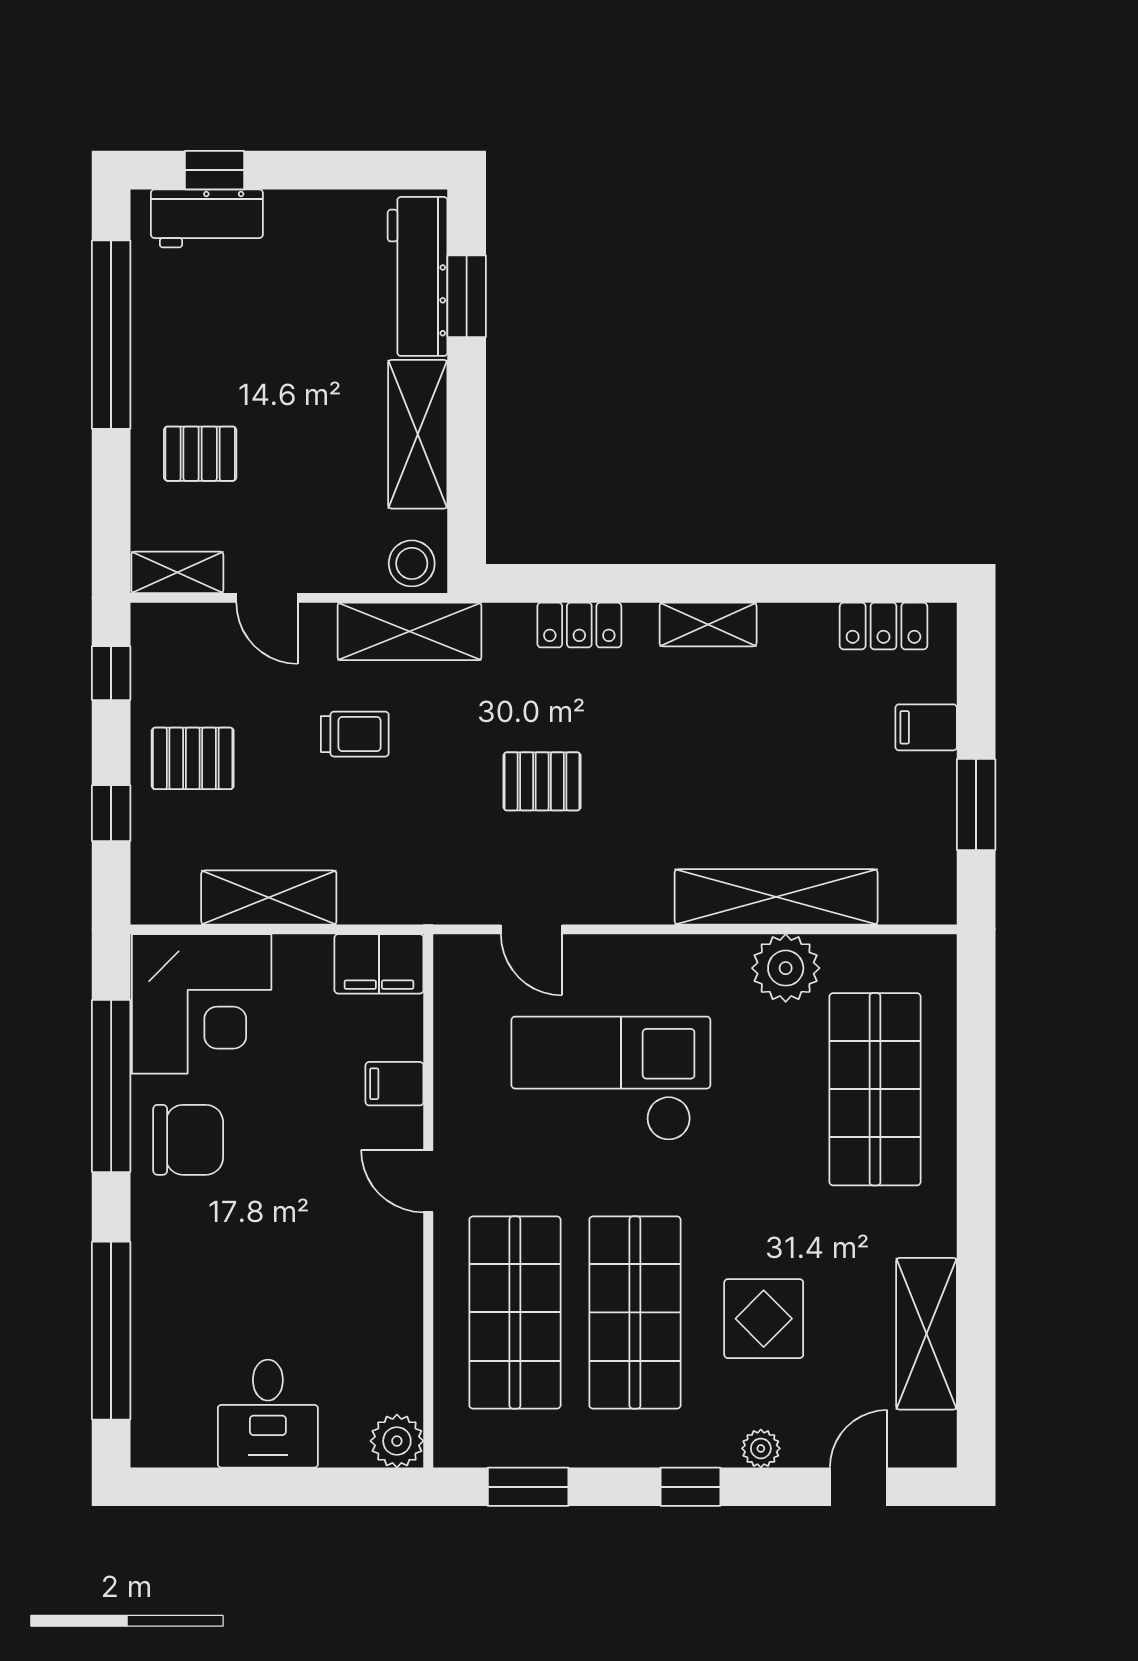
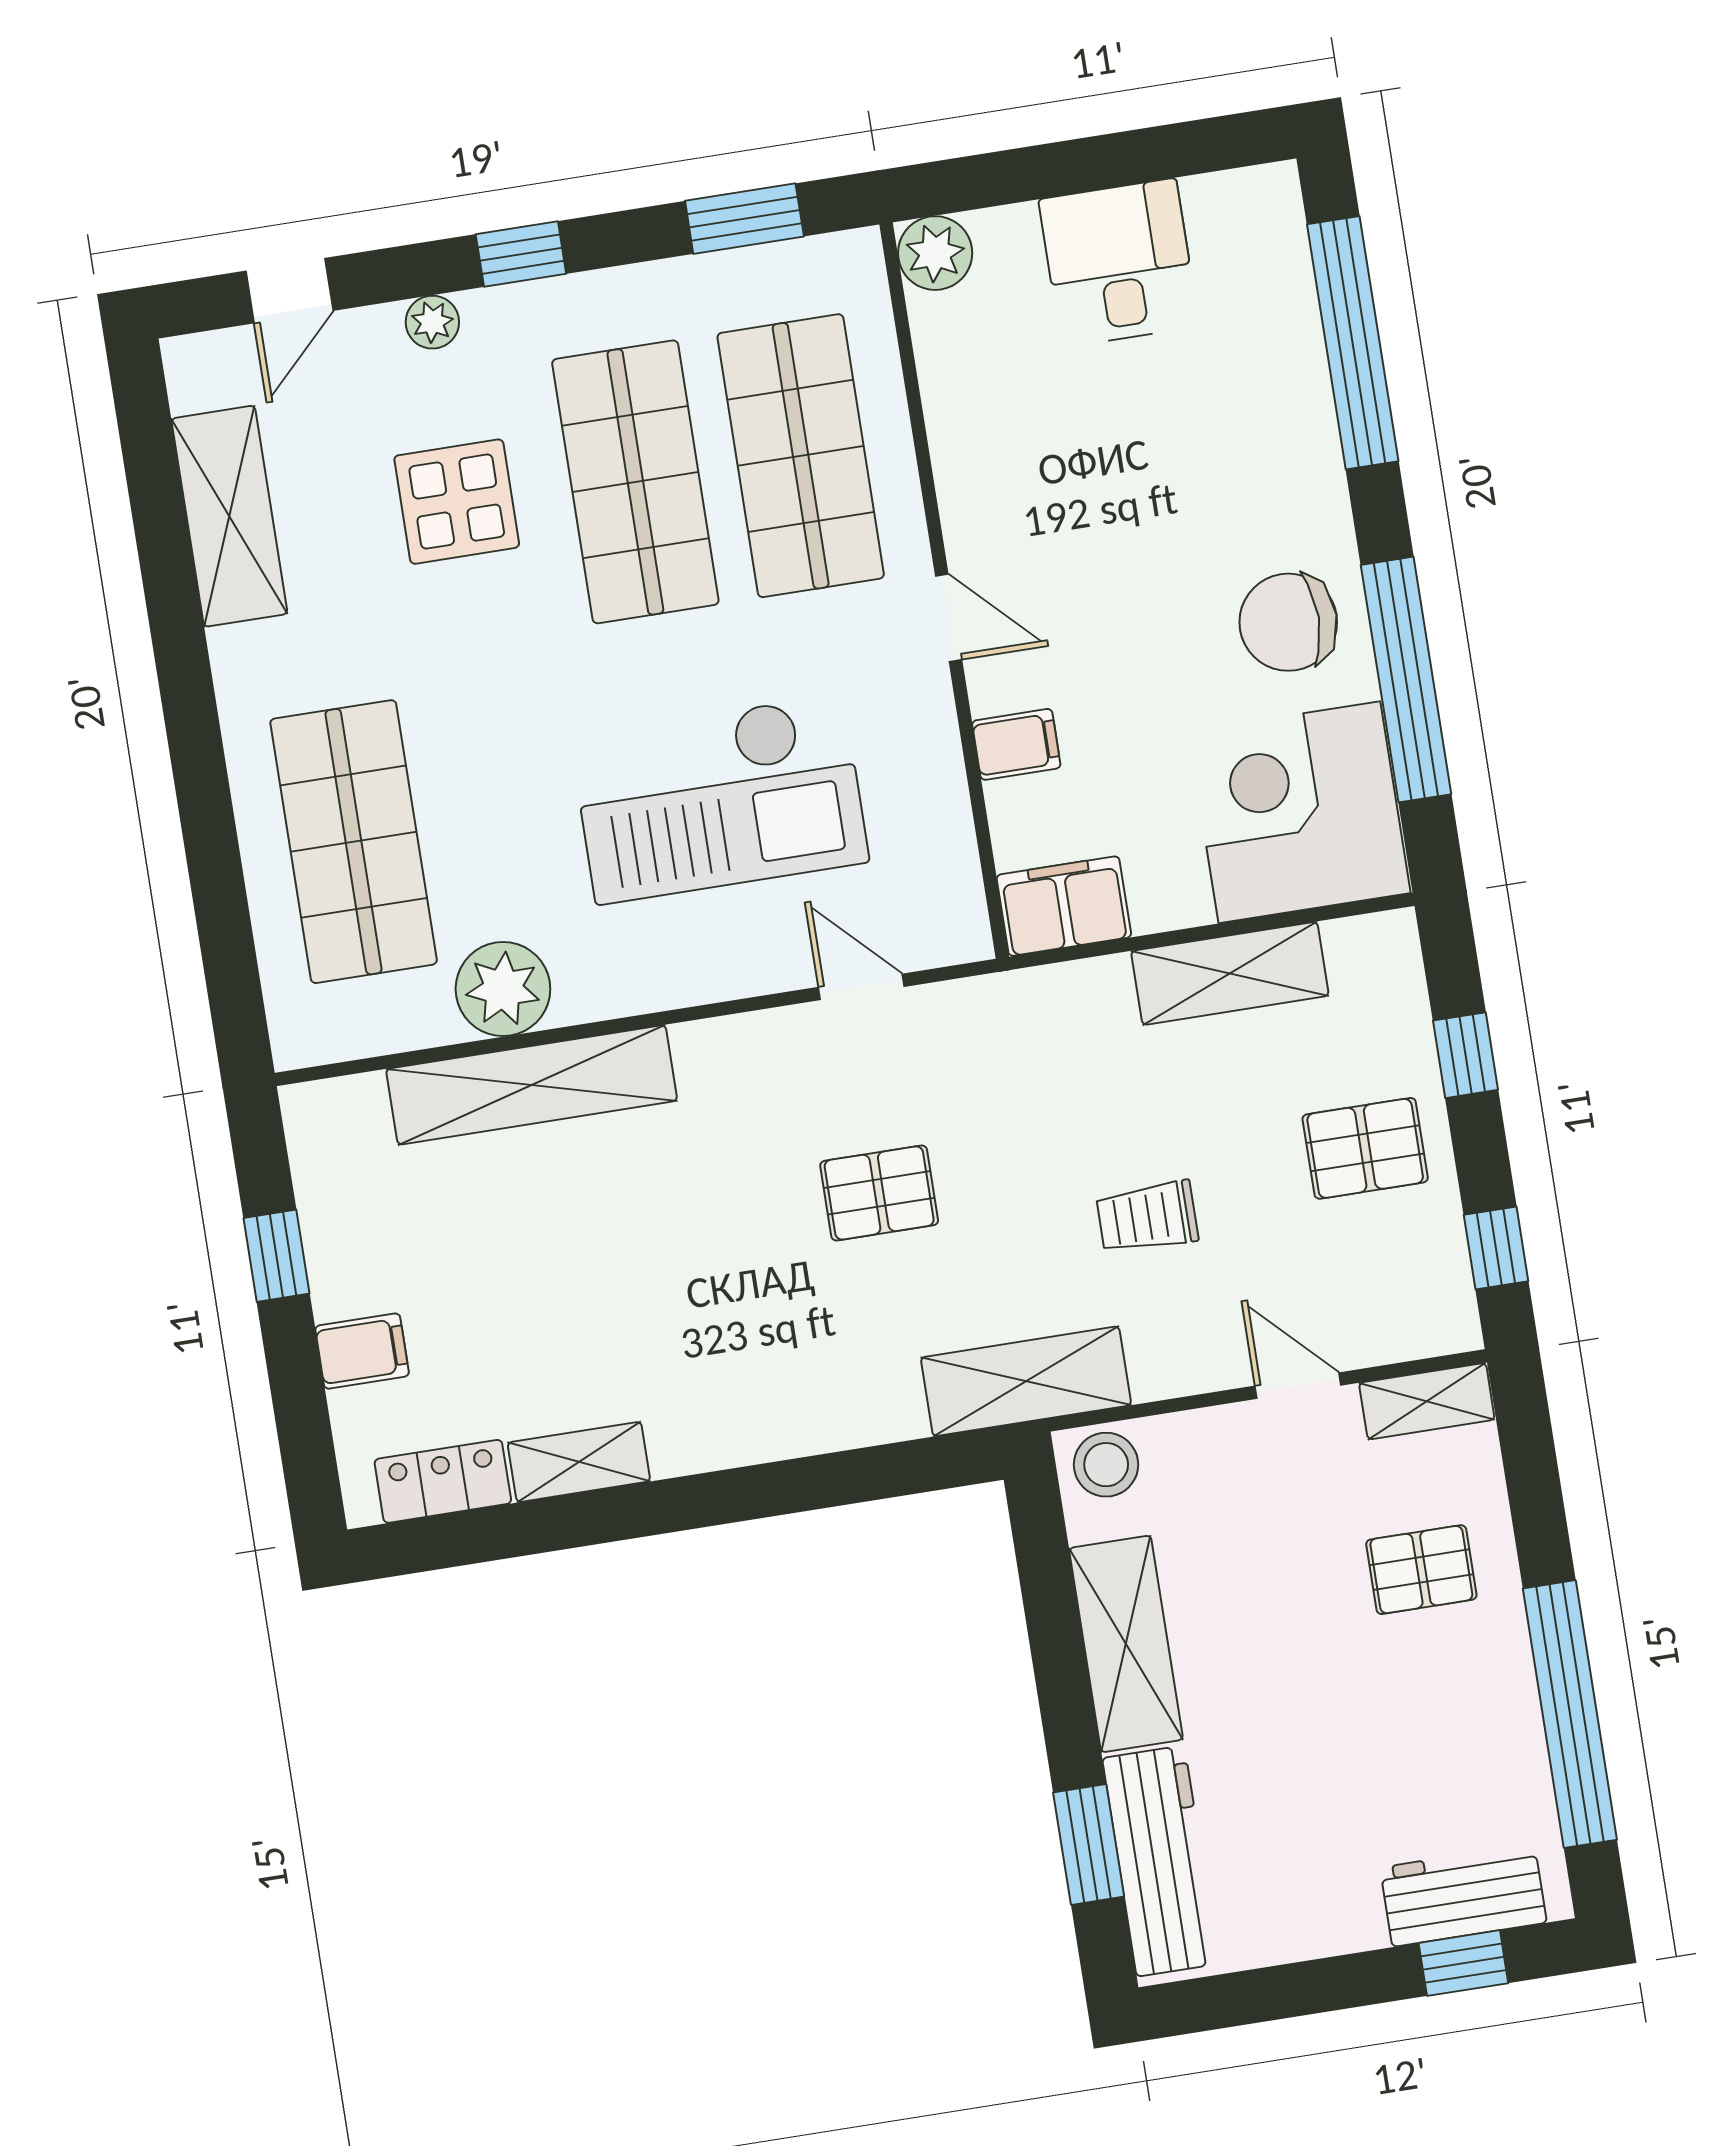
shelving: (708, 624) -> (579, 1462), moved
locker: (579, 625) -> (862, 1416), removed
shelving: (410, 631) -> (1026, 1381), moved
window: (976, 805) -> (276, 1256), width x0.67

